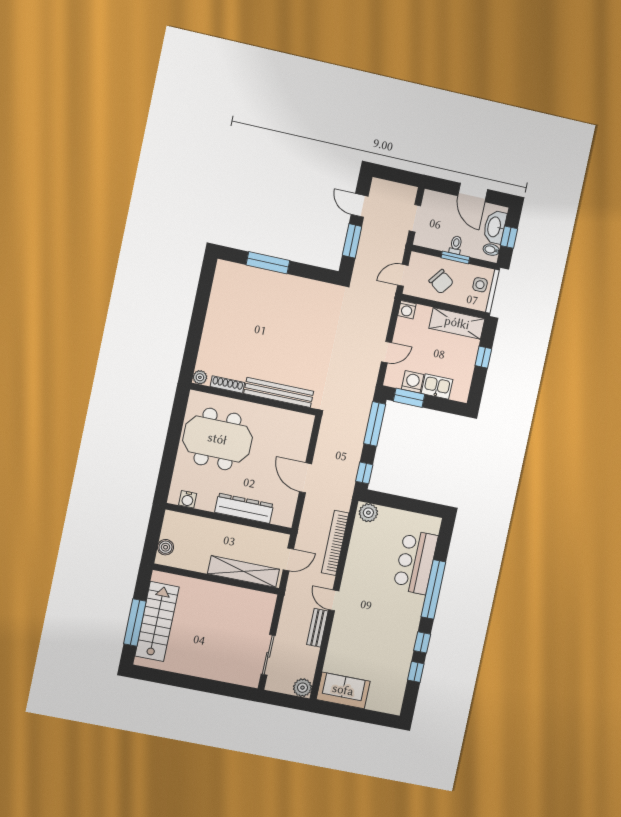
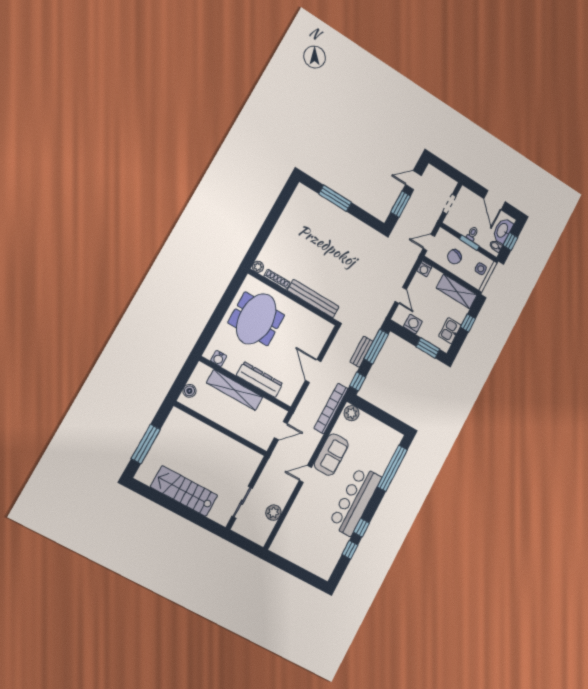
door: (360, 205) -> (413, 180), hinge flipped
chair: (441, 282) -> (454, 257), turned 72
door: (387, 352) -> (401, 295), hinge flipped
kitchen sink: (437, 386) -> (450, 331), moved, turned -90
window: (409, 398) -> (428, 348), moved
meeting table: (217, 439) -> (256, 319), turned 90
bookcase: (335, 543) -> (331, 409), moved
bar counter: (415, 562) -> (355, 501), moved, width x1.36
shelving: (244, 572) -> (235, 390), moved
window: (433, 589) -> (392, 468), moved
door: (334, 600) -> (305, 474), hinge flipped
stairs: (157, 621) -> (184, 491), moved, turned -90
bench: (317, 628) -> (361, 352), moved
plant: (302, 688) -> (273, 513), moved
sofa: (343, 690) -> (331, 455), moved, turned 90

